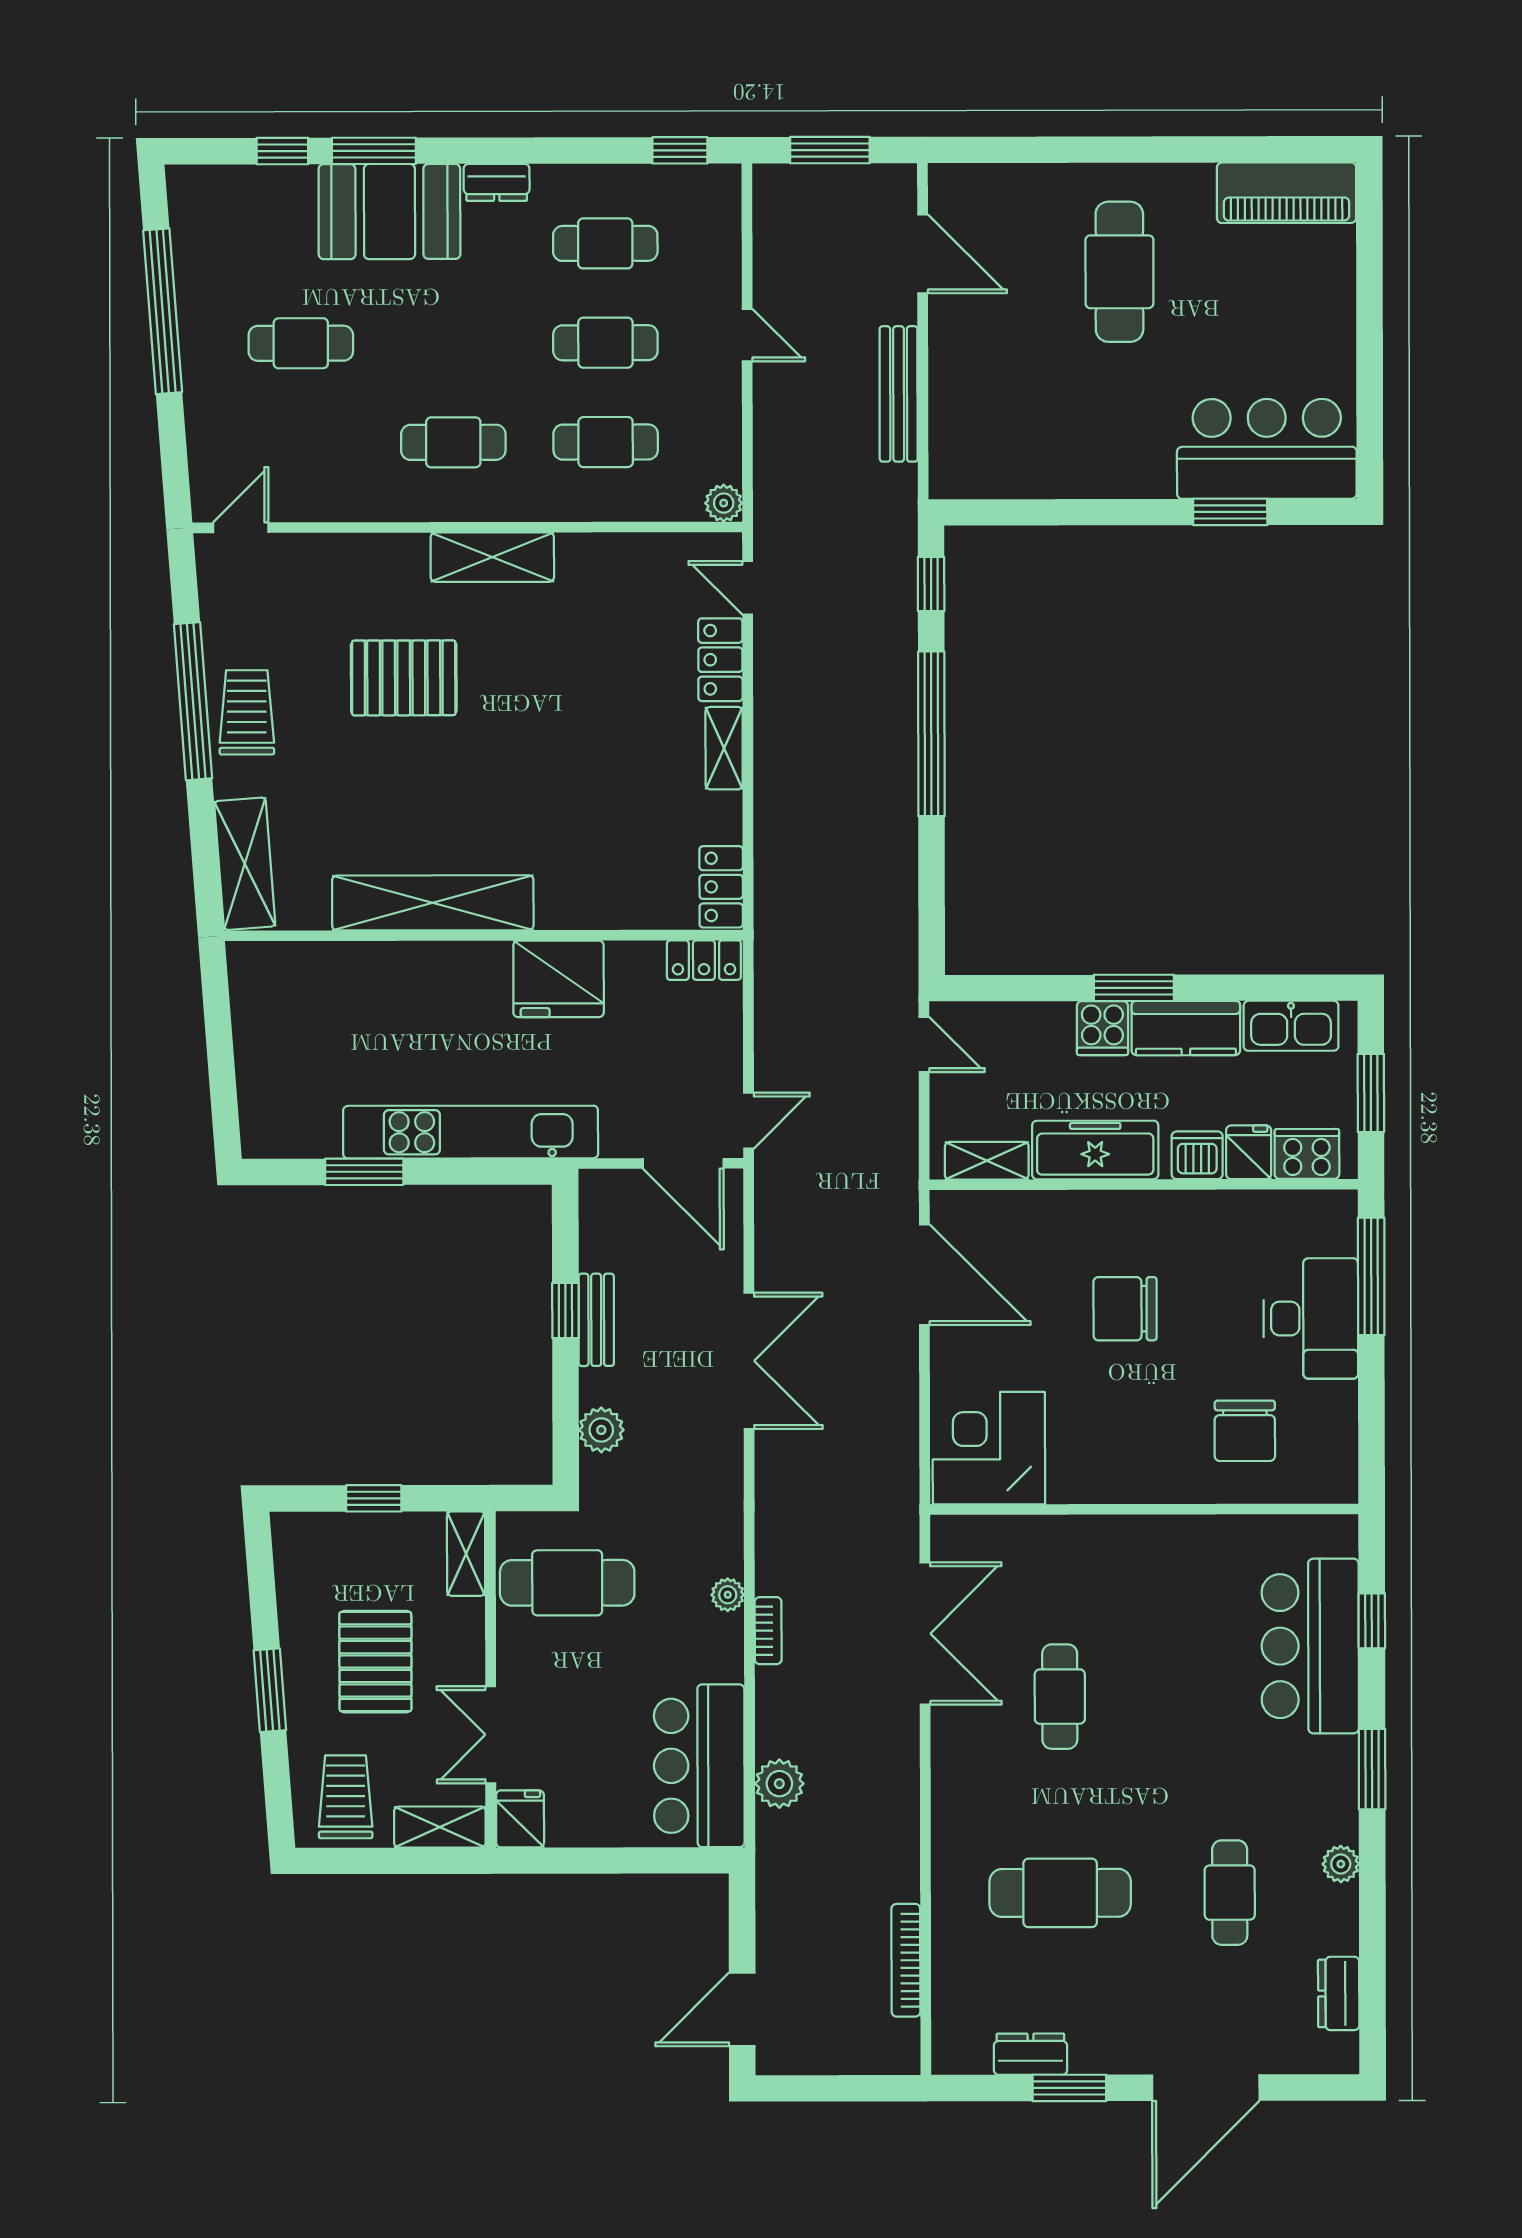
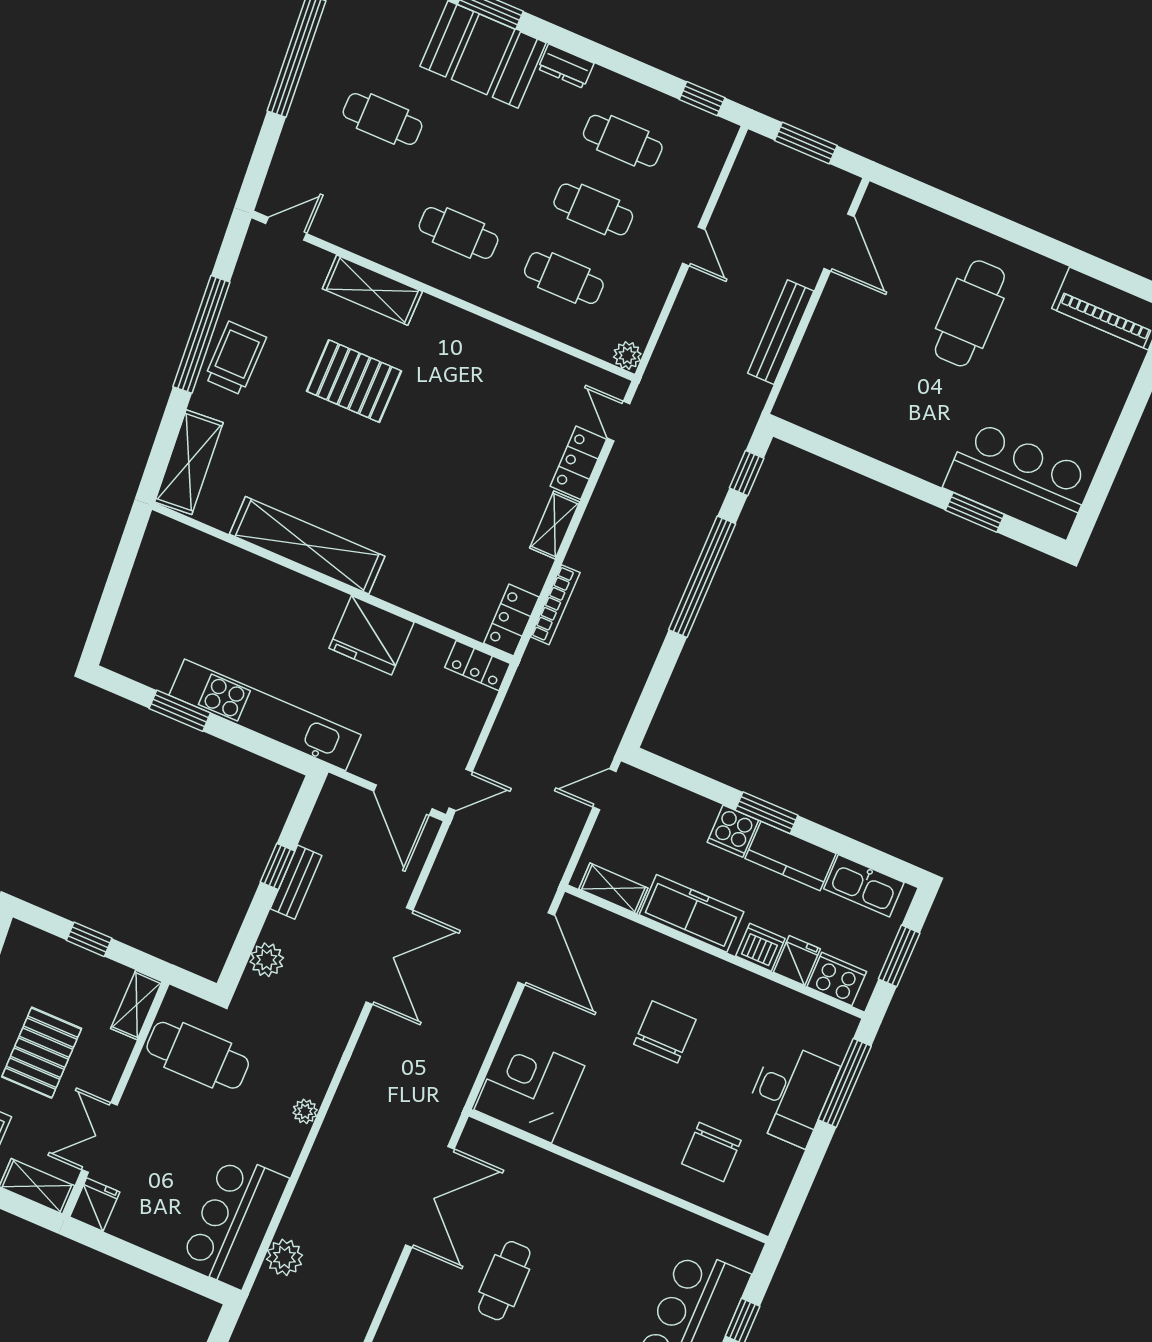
shelving: (492, 557) -> (372, 290), moved
door: (924, 1044) -> (605, 789), swing flipped
chair: (1125, 1309) -> (665, 1032), turned 90
bookcase: (768, 1631) -> (555, 605), moved, width x1.56

